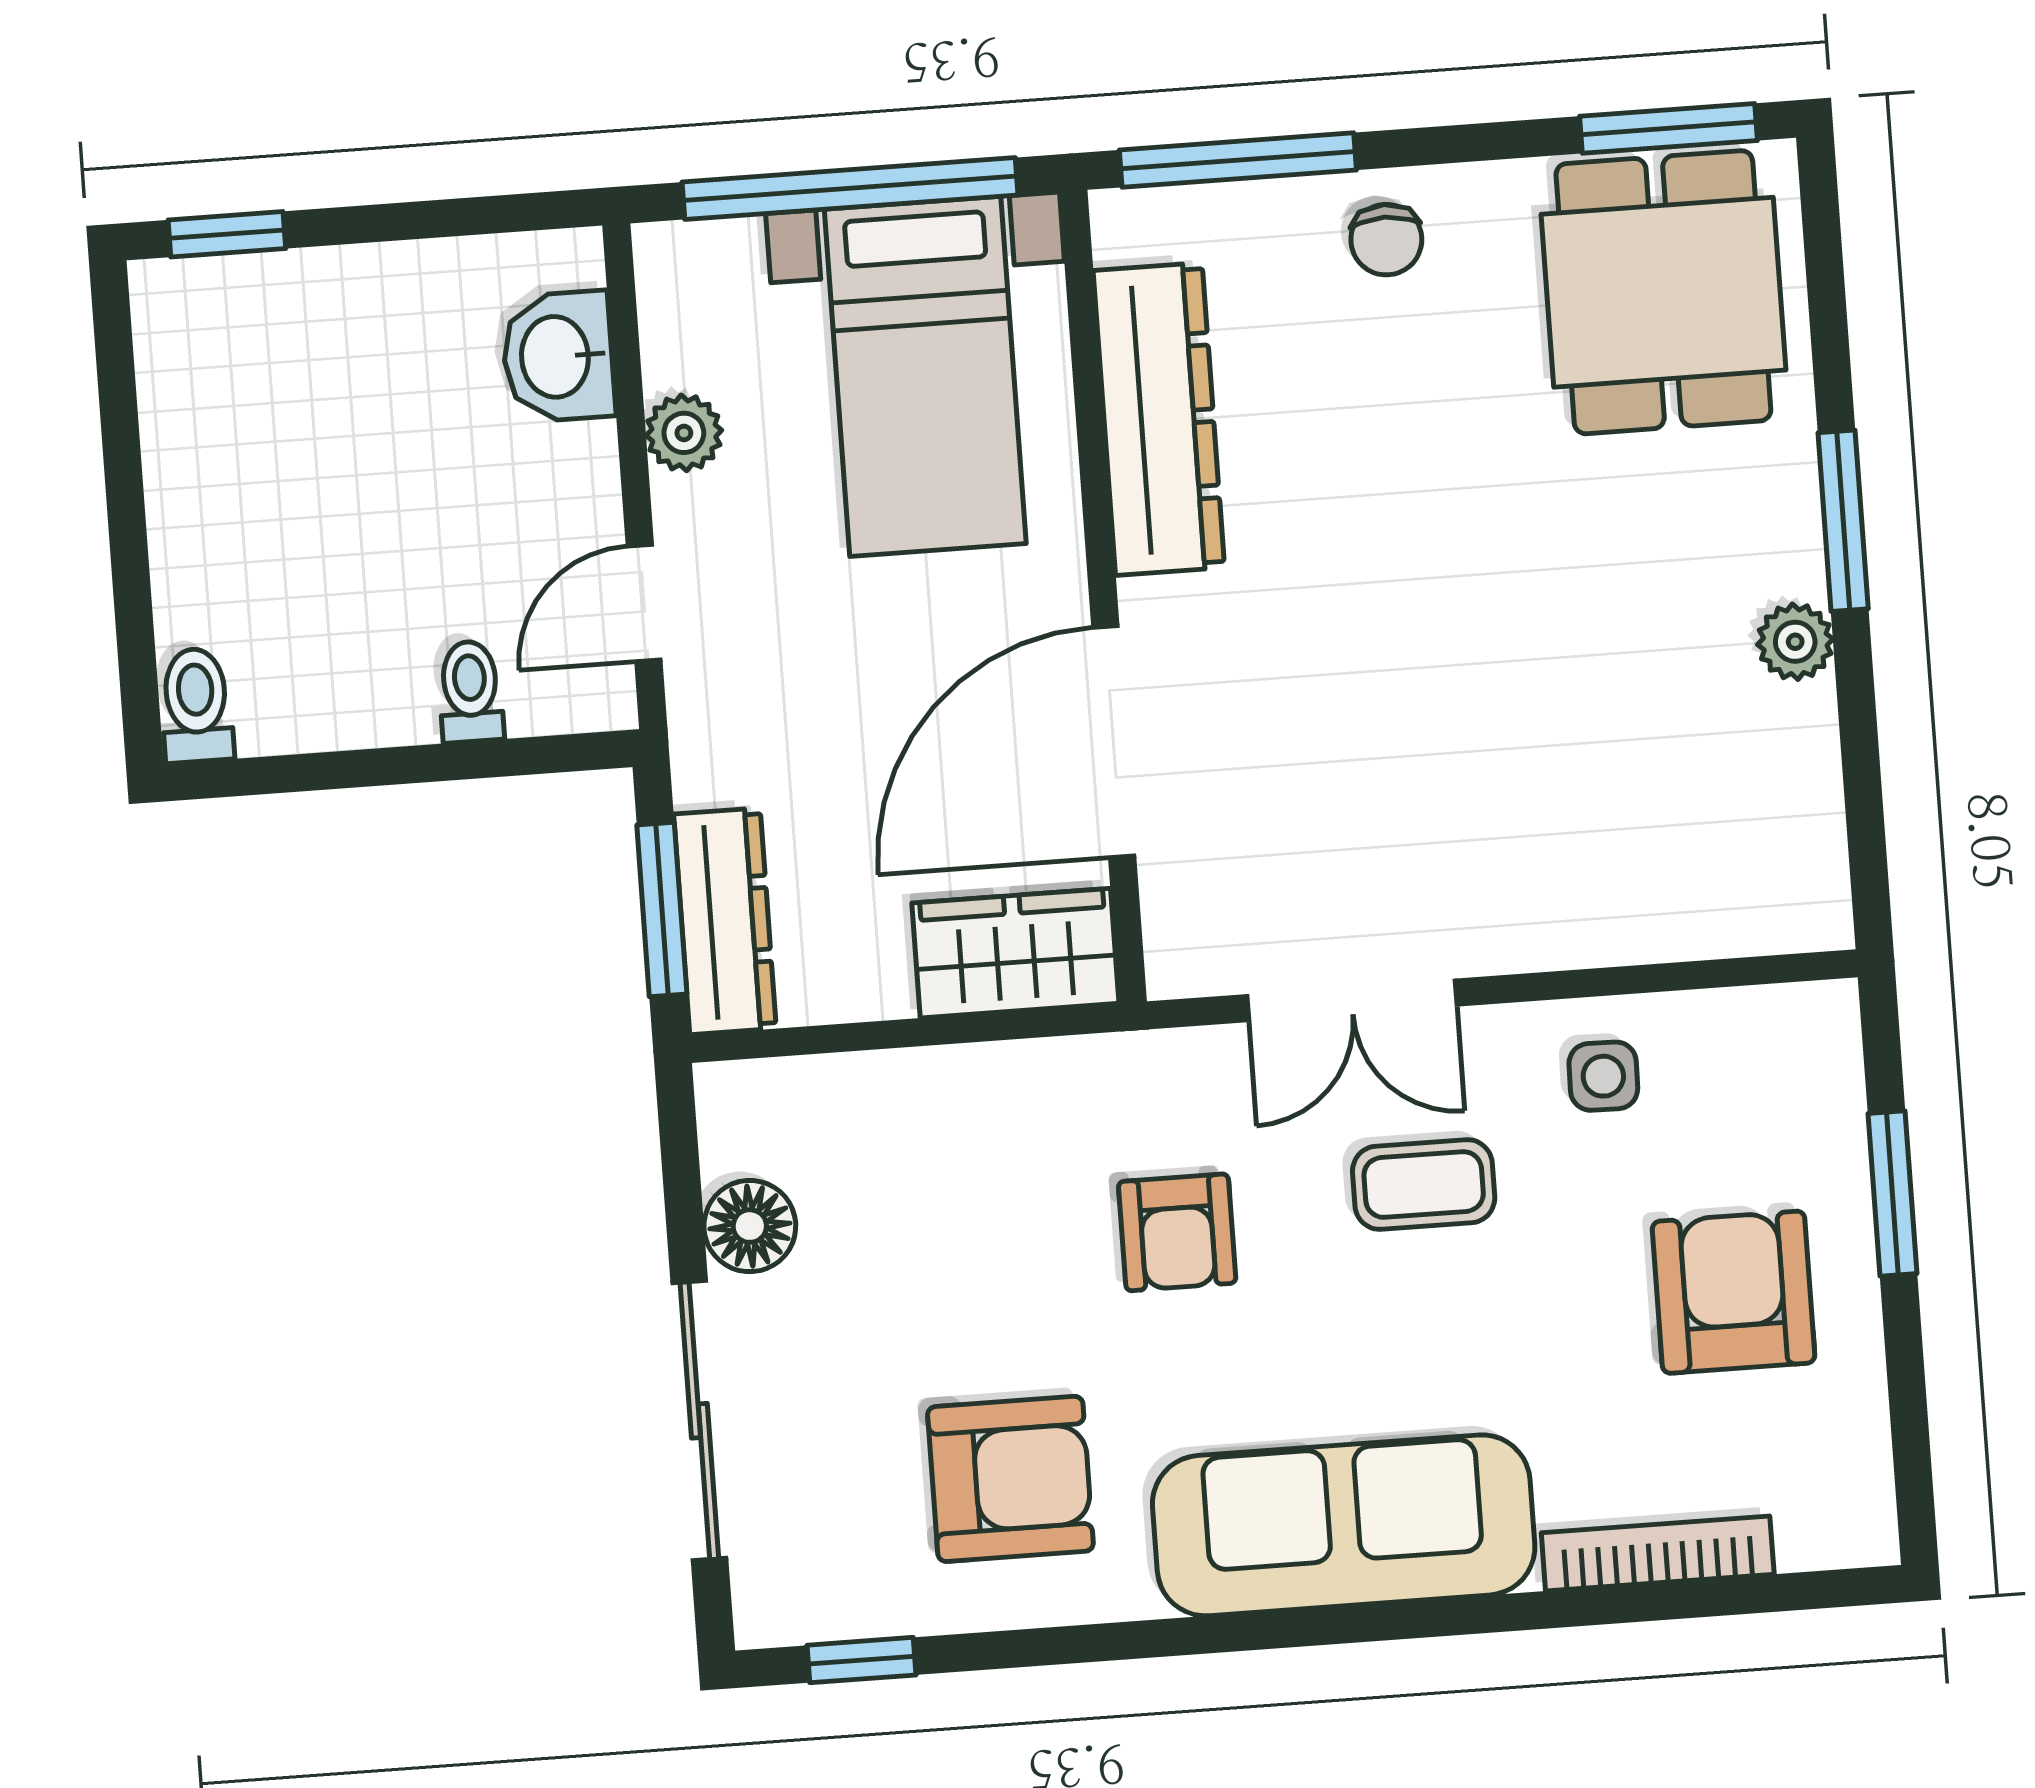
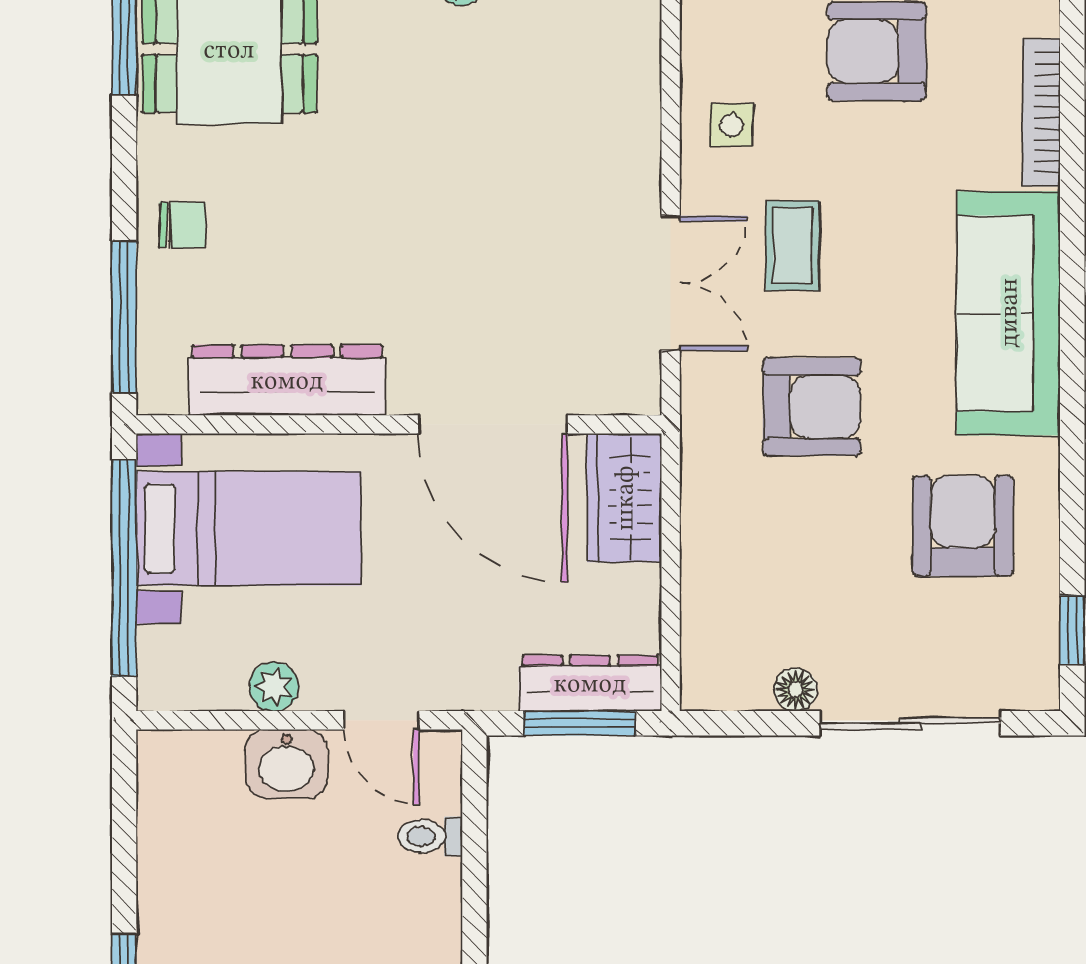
washbasin: (558, 357) -> (286, 764), moved
floor lamp: (750, 1226) -> (796, 690), width x0.73, depth x0.73
armchair: (1177, 1232) -> (812, 407), width x1.38, depth x1.38

